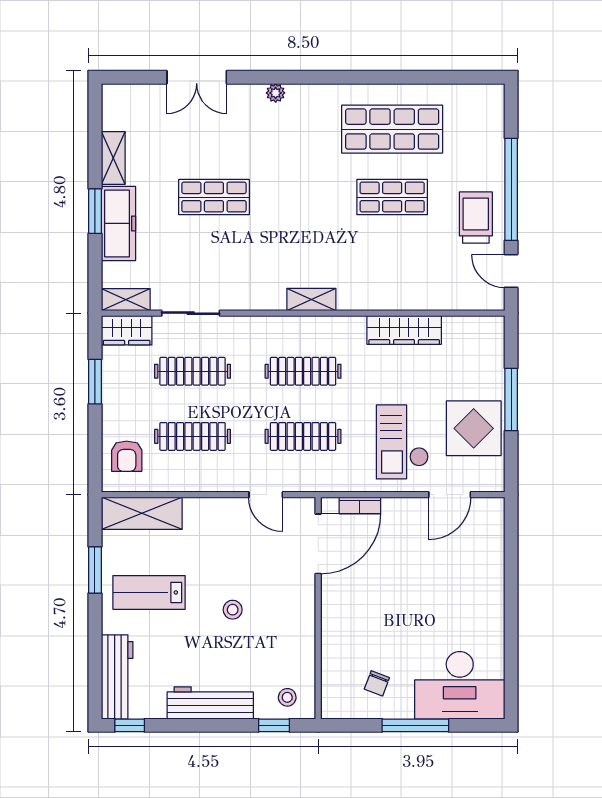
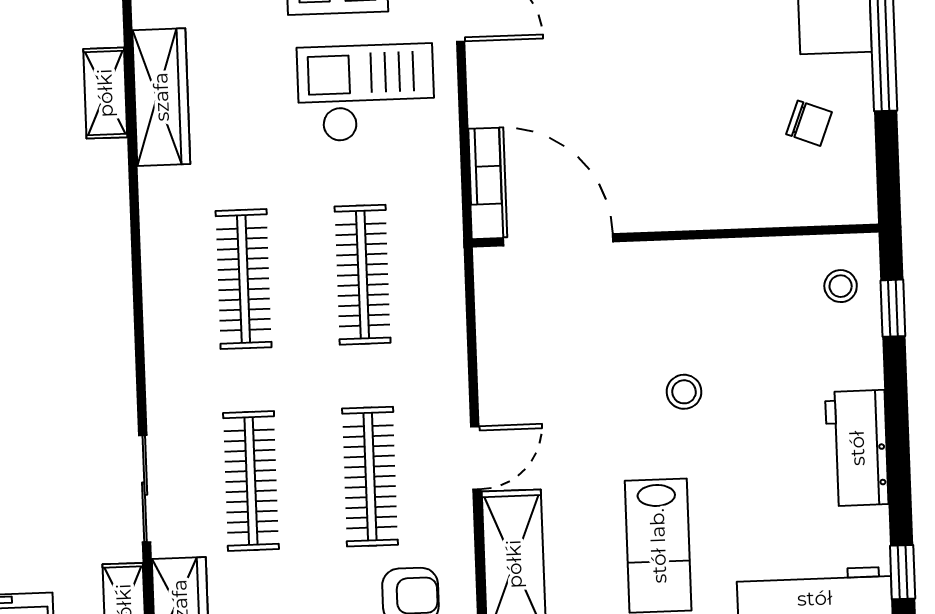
shelving: (311, 299) -> (105, 93), moved
checkout: (402, 442) -> (366, 93), turned 180
door: (266, 495) -> (476, 458), moved
workbench: (210, 703) -> (857, 448), width x0.73

